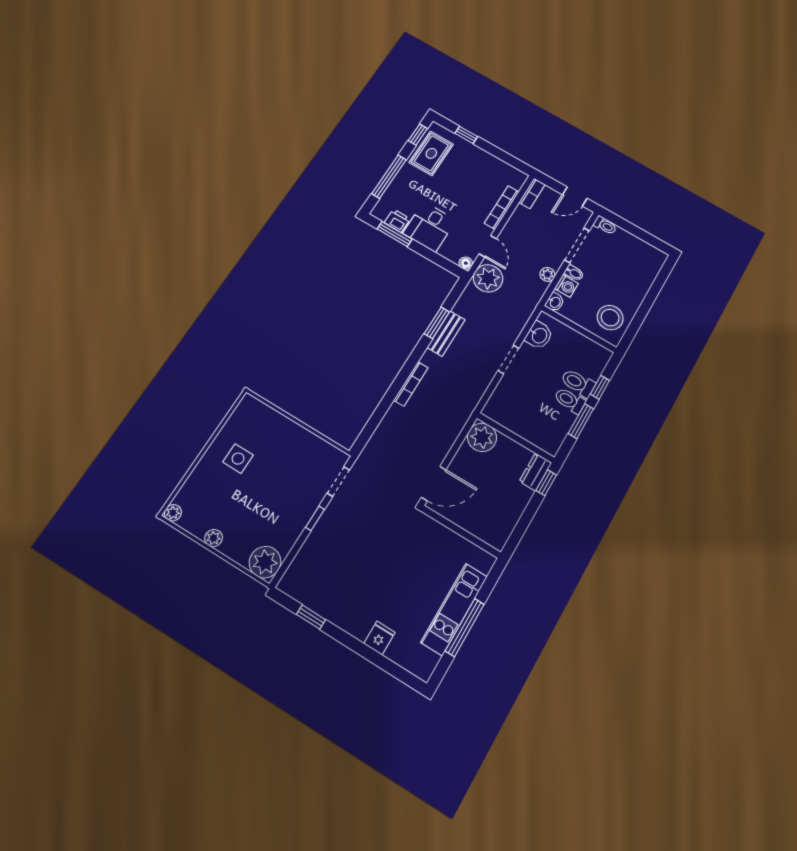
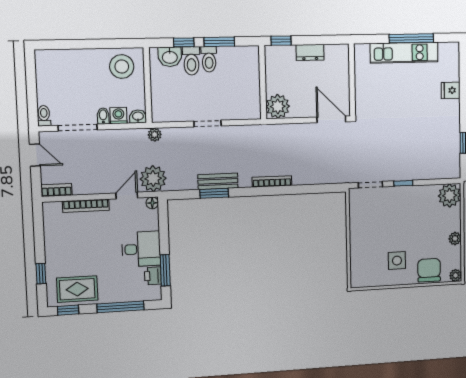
plant: (547, 274) -> (155, 135), moved
washbasin: (539, 335) -> (170, 57), moved, turned 180
dresser: (535, 472) -> (310, 52), moved
chair: (201, 487) -> (429, 270), added

